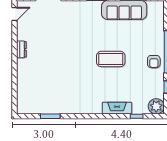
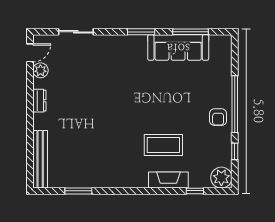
plant: (22, 27) -> (40, 70), added
coffee table: (111, 59) -> (163, 145), moved
bench: (22, 93) -> (40, 159), added

